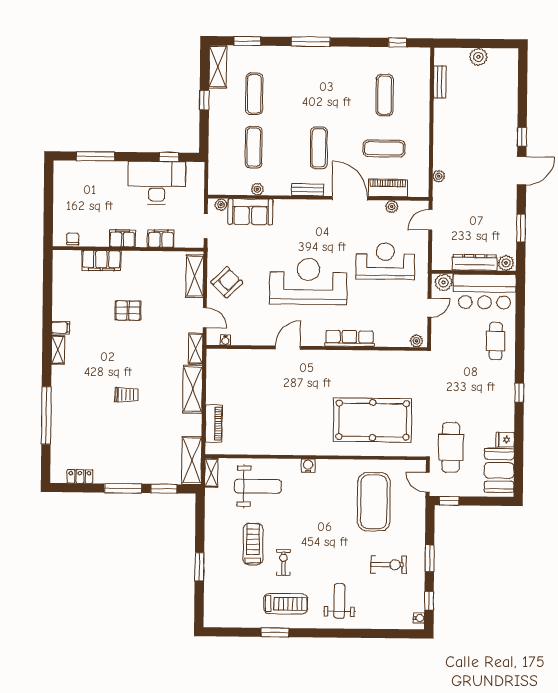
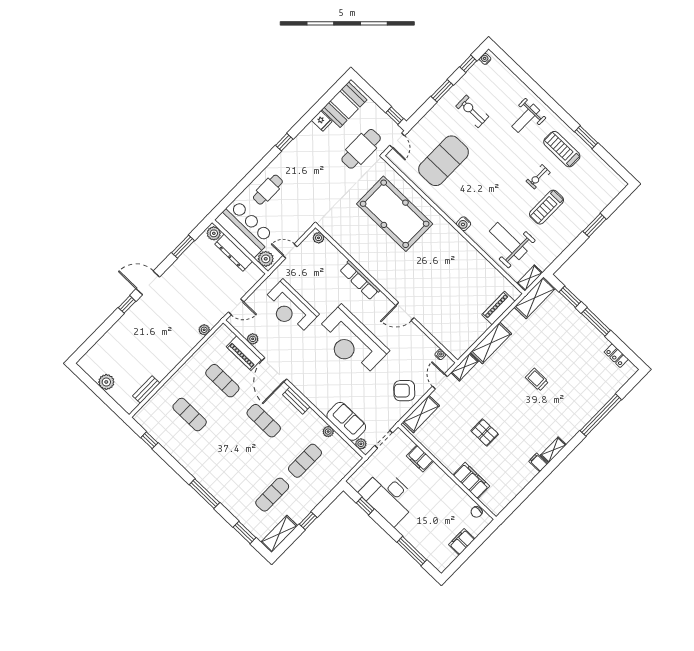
exercise mat: (385, 95) -> (190, 415), turned 90
exercise mat: (319, 148) -> (264, 421), turned 90
filing cabinet: (122, 238) -> (462, 542), moved, turned 90

